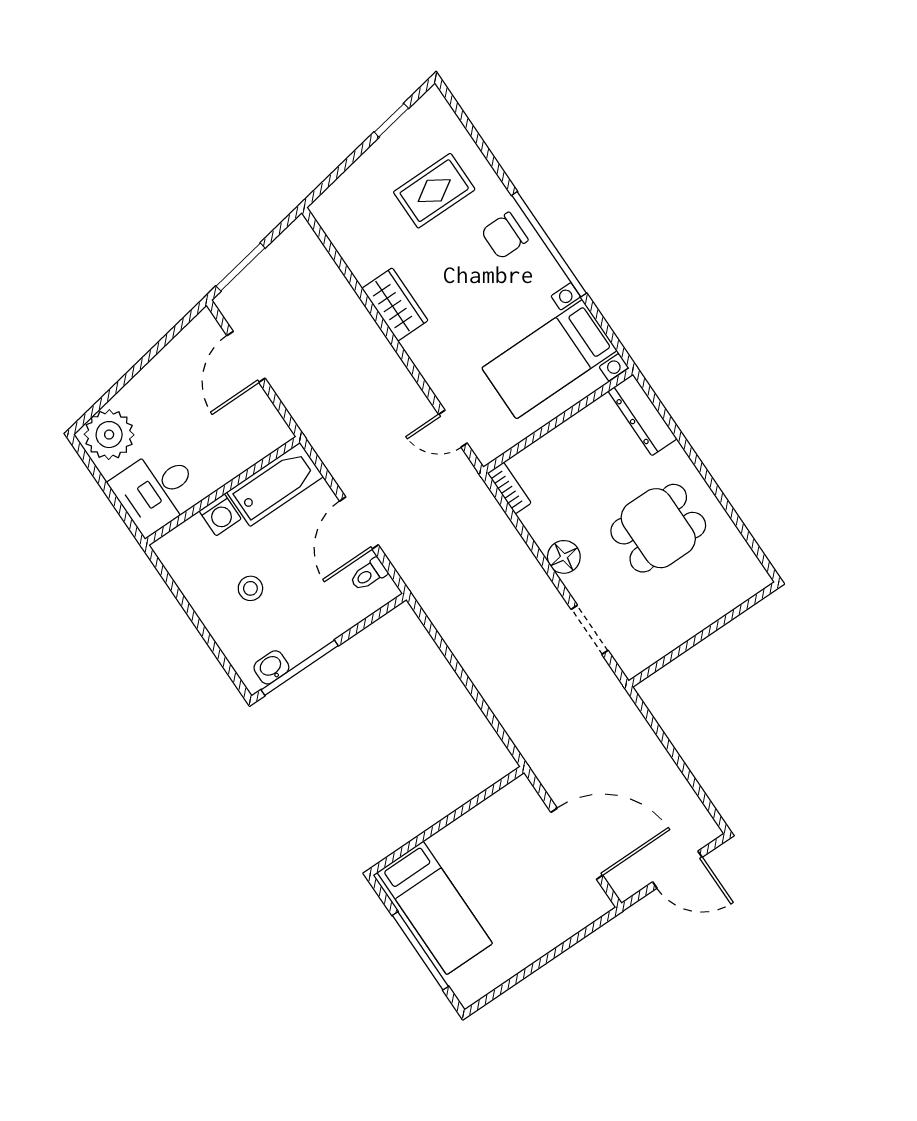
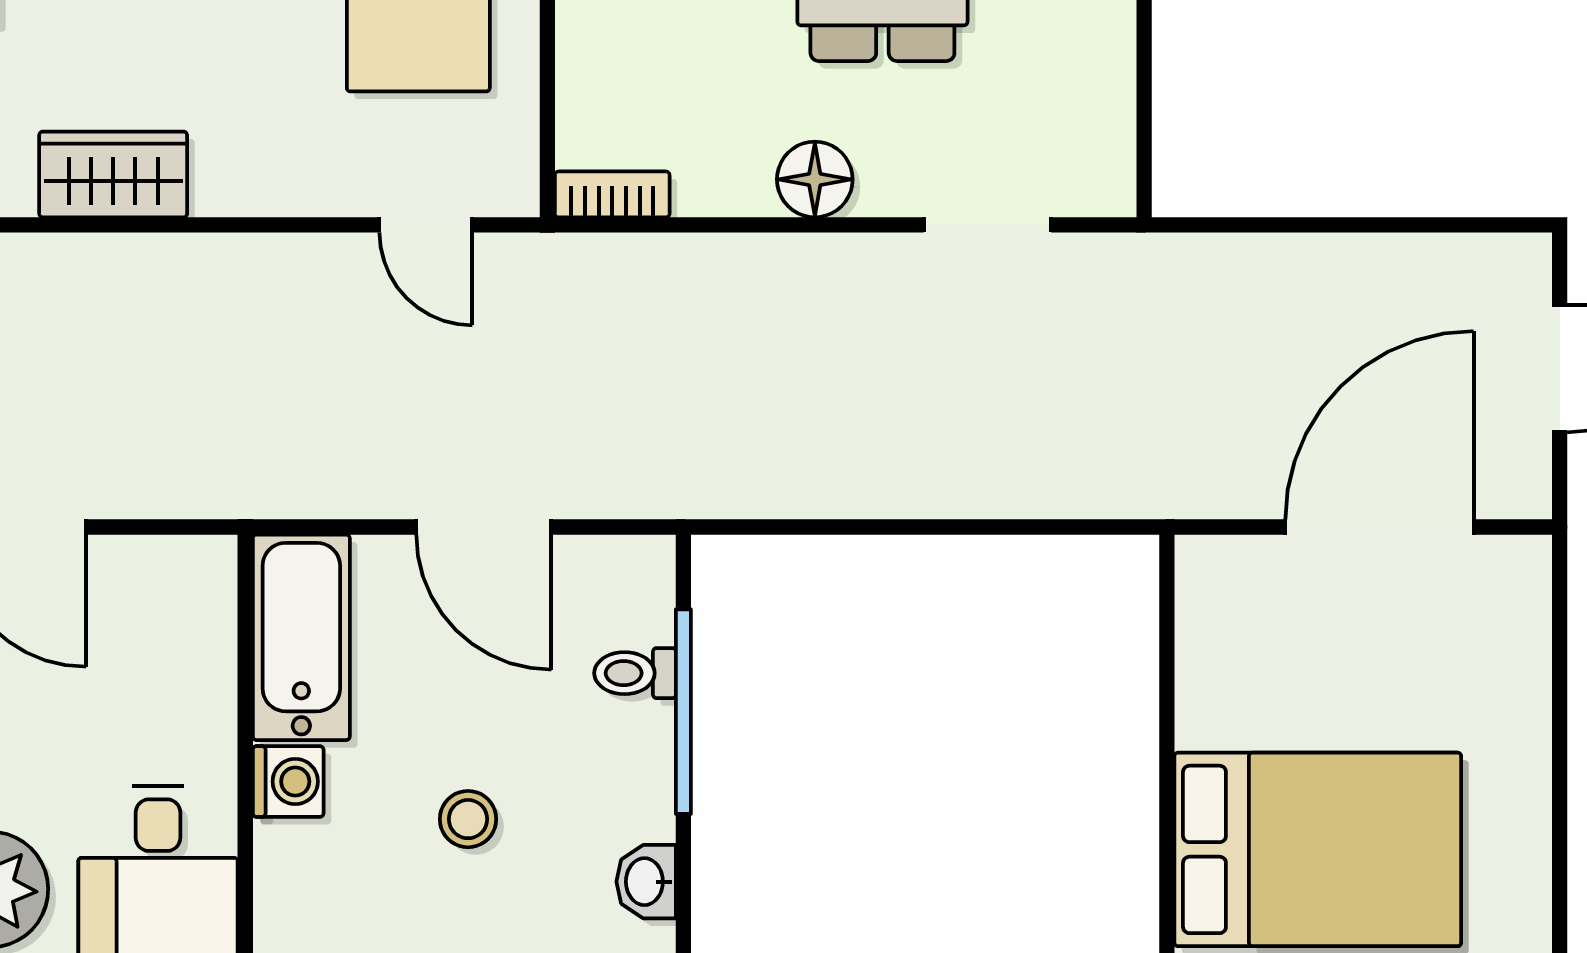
door: (453, 429) -> (426, 225), hinge flipped
toilet: (369, 574) -> (635, 673), moved, turned 90
window: (300, 668) -> (683, 712), moved
bed: (435, 908) -> (1318, 849), width x1.50

